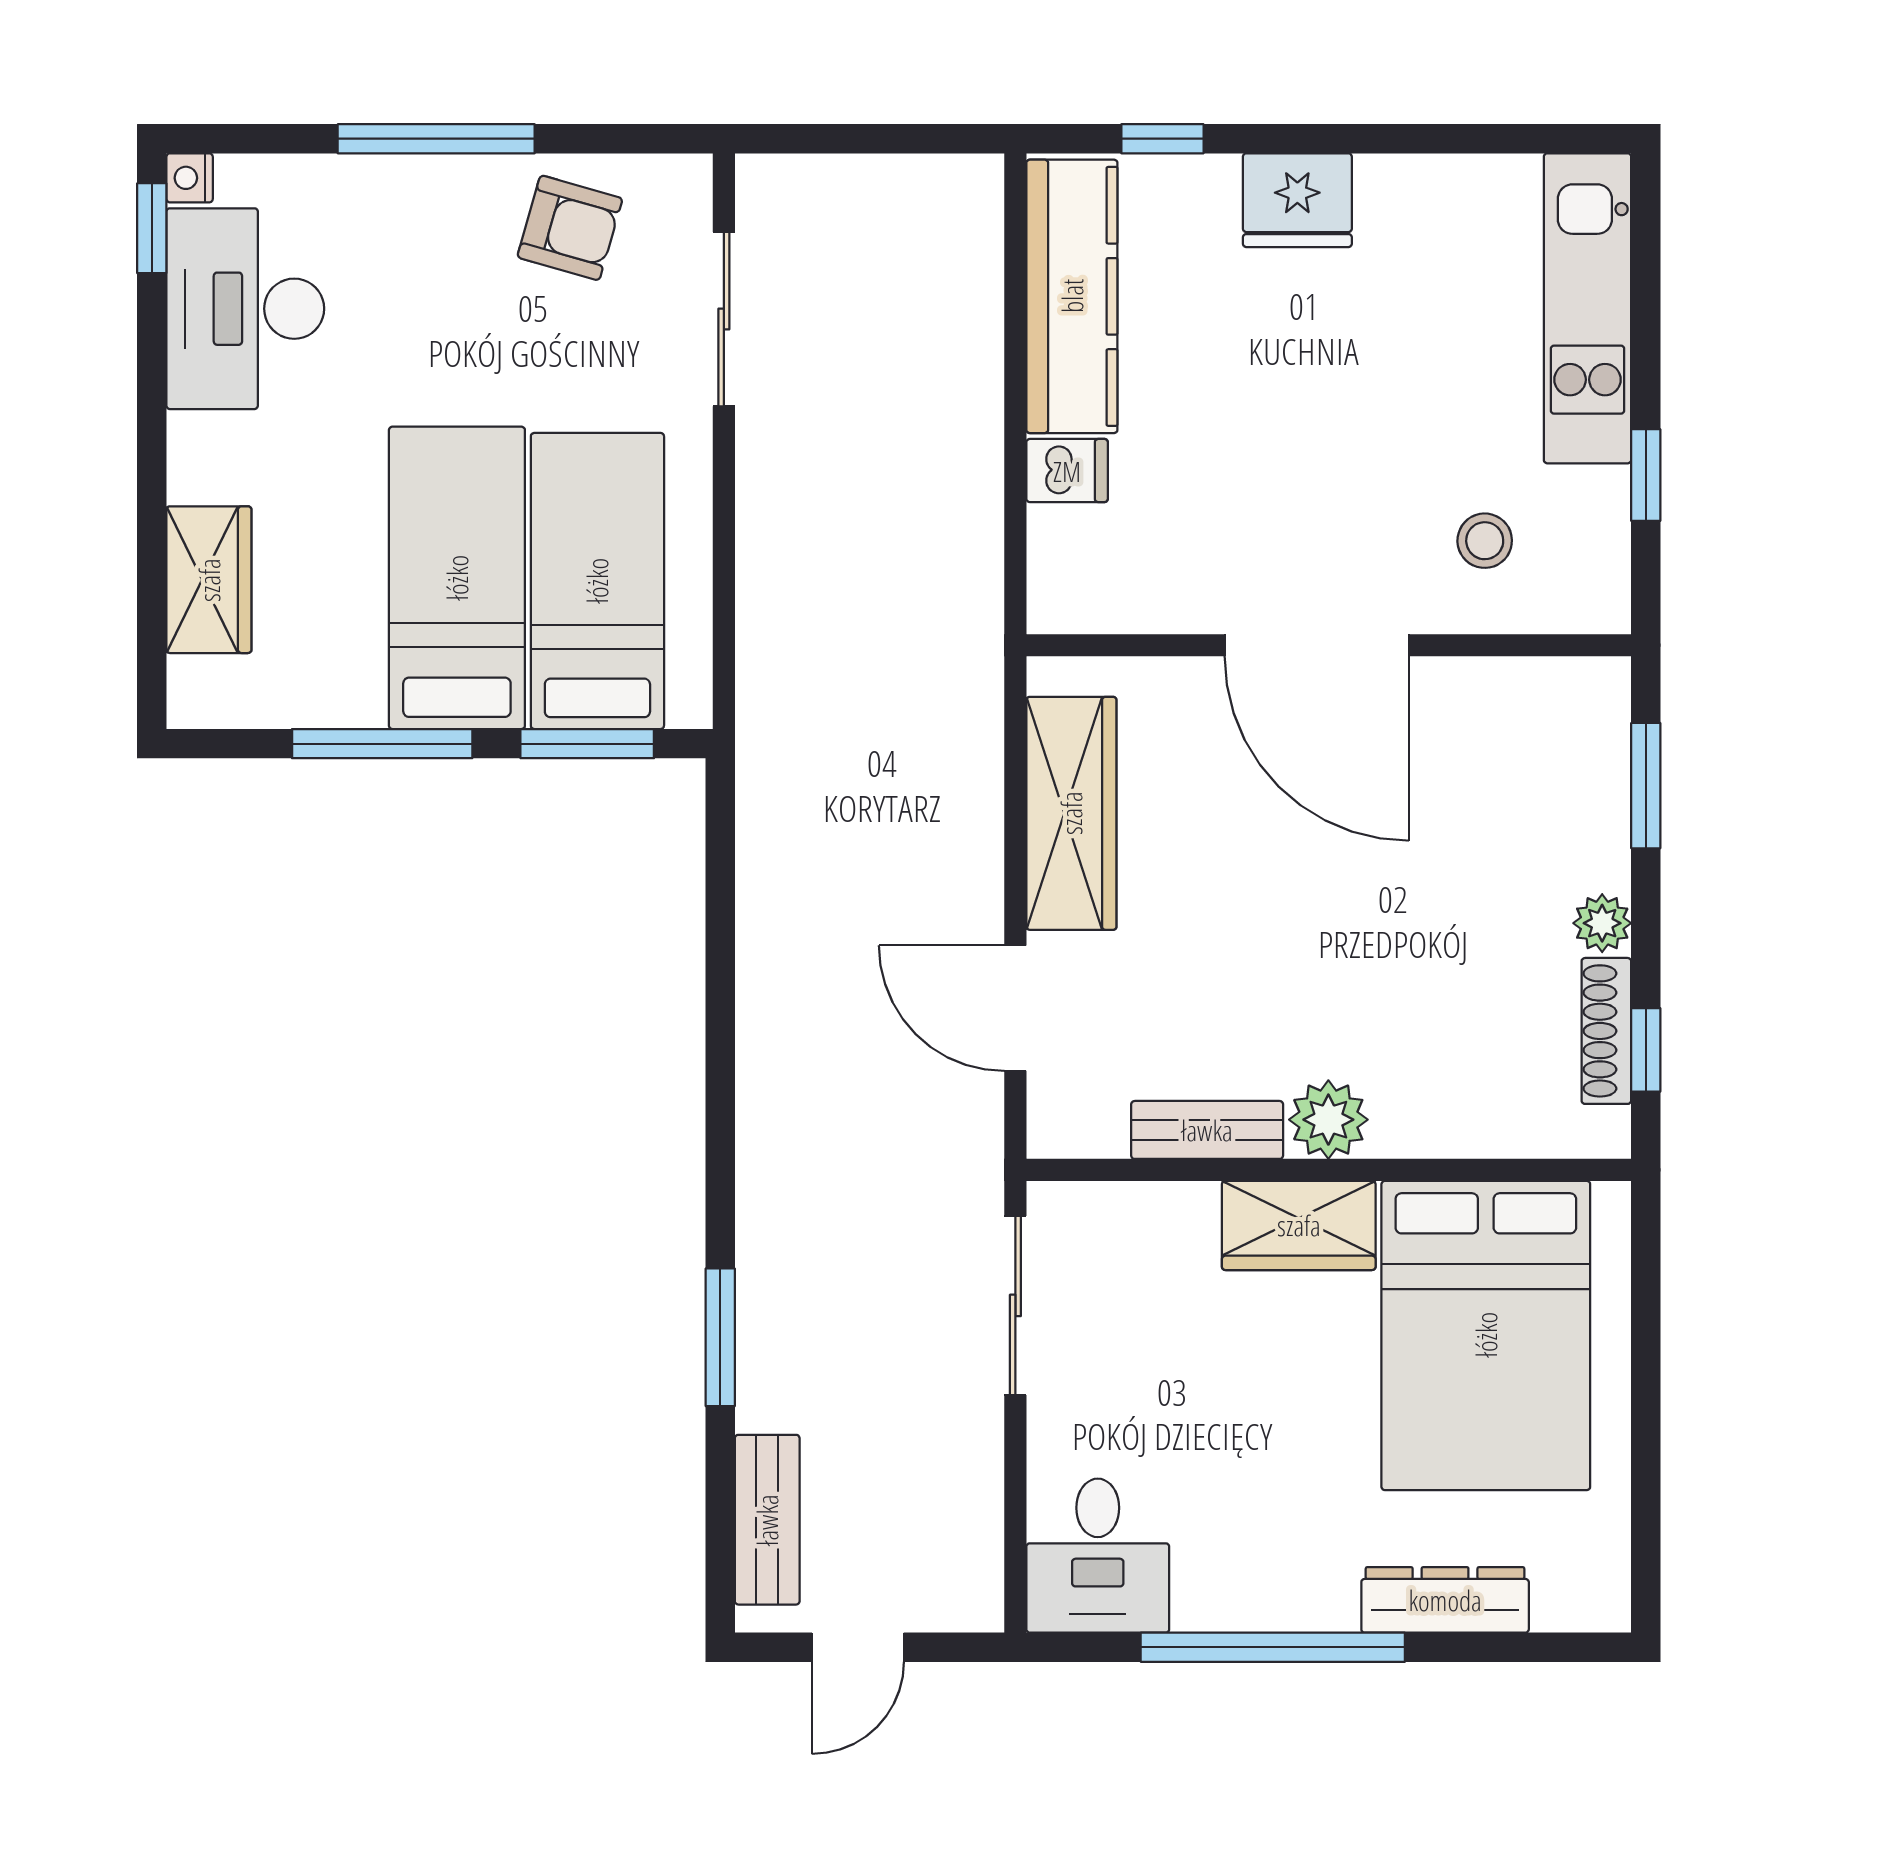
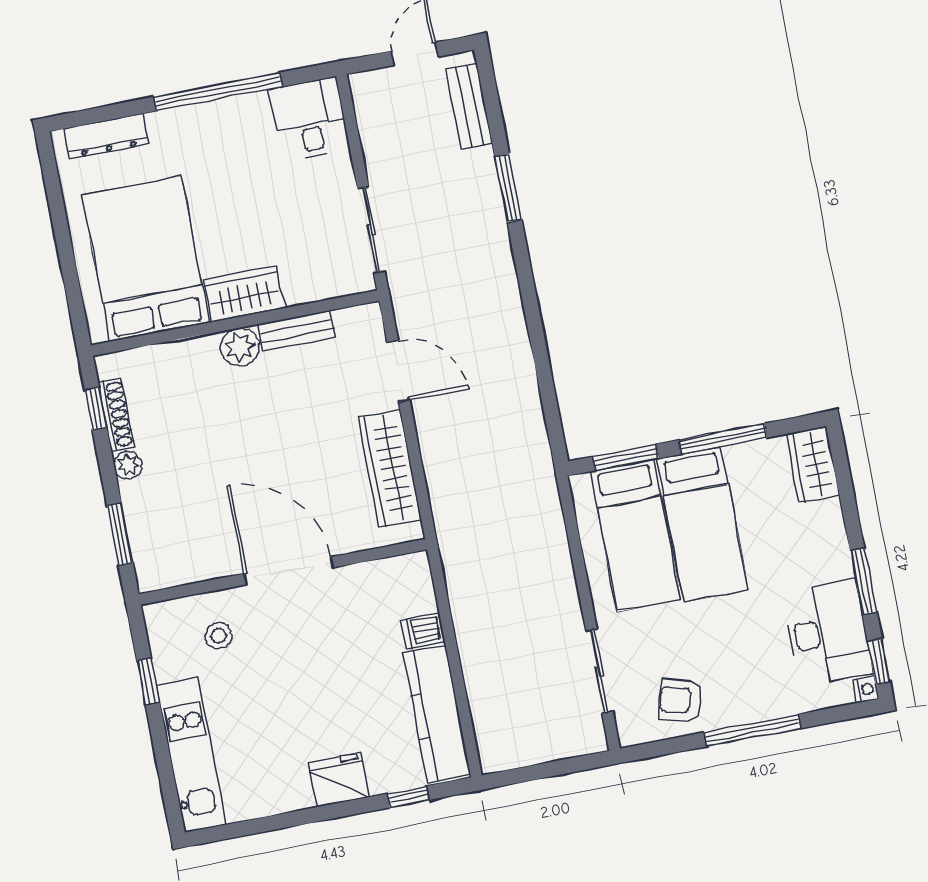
window: (152, 398) -> (863, 582), added
wardrobe: (209, 580) -> (813, 465), moved
dresser: (1445, 1600) -> (107, 136), moved

